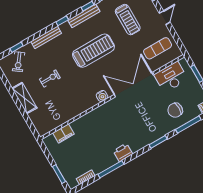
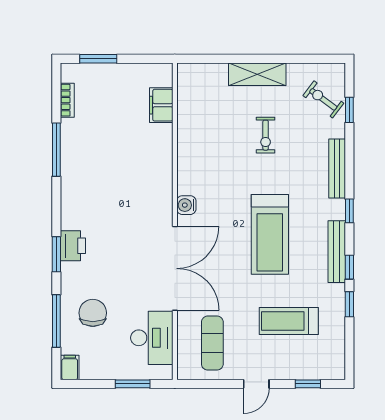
door: (165, 18) -> (256, 384), hinge flipped
printer: (123, 152) -> (73, 246), moved

